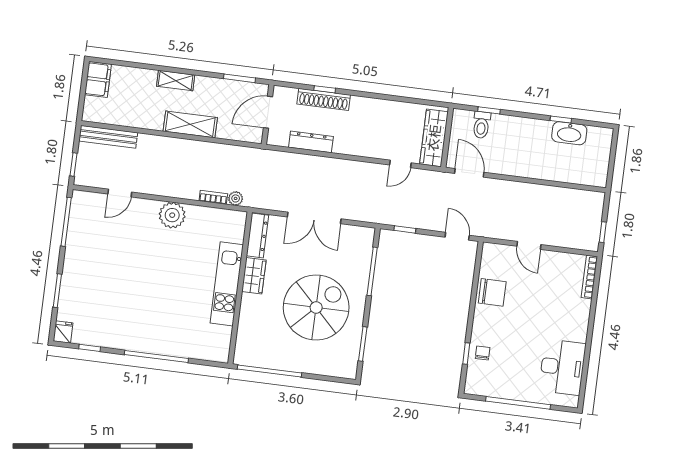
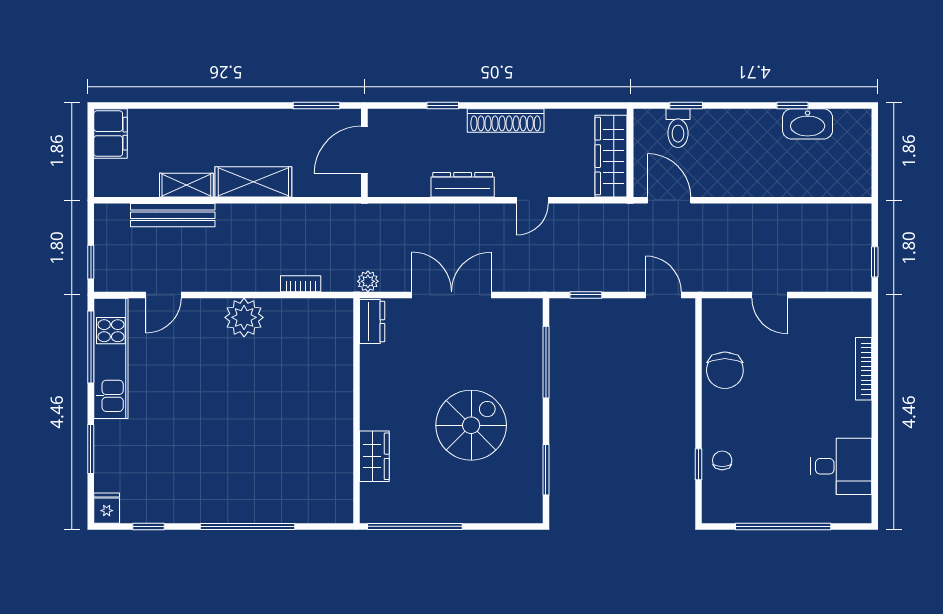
shelving: (176, 81) -> (186, 185), moved
shoe rack: (324, 99) -> (506, 121), moved
bench: (108, 137) -> (173, 215), moved
dresser: (311, 142) -> (463, 185), moved
door: (400, 164) -> (532, 200), moved
plant: (236, 198) -> (368, 281), moved
double door: (314, 218) -> (452, 295), swing flipped
dresser: (257, 236) -> (372, 322), width x0.70
wardrobe: (254, 276) -> (374, 456), moved
bookcase: (589, 277) -> (864, 369), moved
kitchen unit: (227, 284) -> (111, 358), moved, turned 180
chair: (492, 292) -> (725, 370), turned 90
spiral stairs: (316, 307) -> (471, 425), width x0.73, depth x0.73
desk: (562, 367) -> (841, 466), width x0.73

